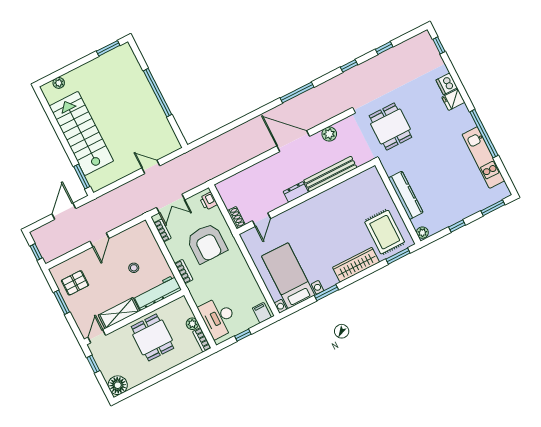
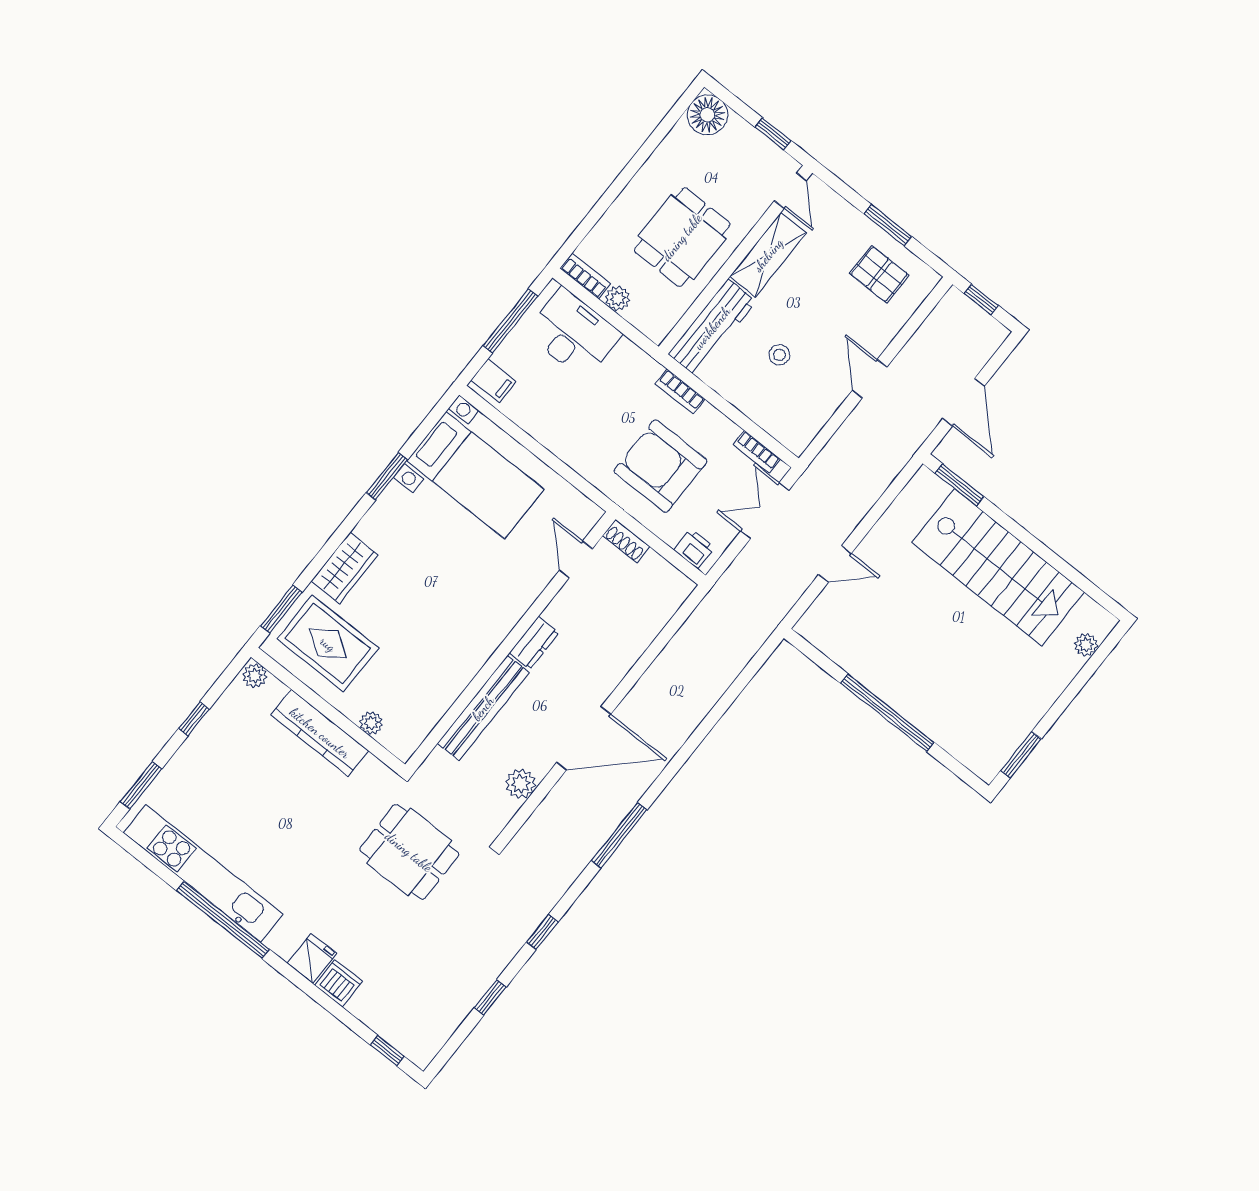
kitchen unit: (483, 158) -> (203, 873), width x1.36
plant: (382, 189) -> (371, 723), added
wardrobe: (356, 265) -> (345, 568), width x0.67
pallet: (75, 283) -> (879, 274), turned 90
window: (243, 335) -> (510, 321), width x2.17
dining table: (152, 337) -> (682, 237), turned 90

